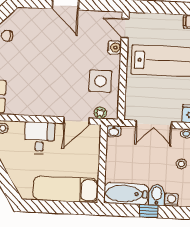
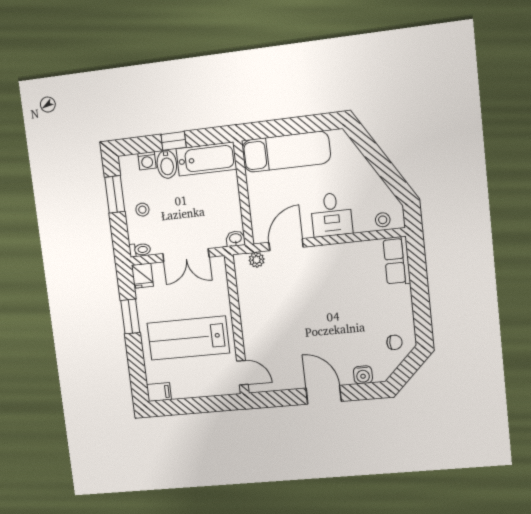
water cooler: (114, 47) -> (363, 375), moved, turned -90
side table: (100, 81) -> (263, 301), removed
double door: (154, 124) -> (186, 255), swing flipped

